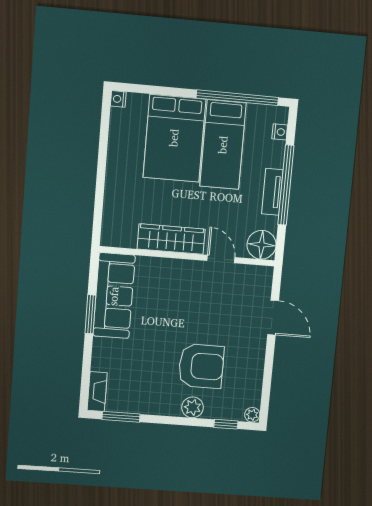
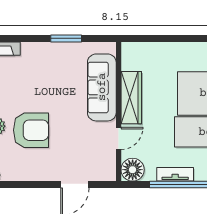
sofa: (114, 296) -> (102, 87), moved, turned 90
armchair: (201, 366) -> (31, 130), turned -90

